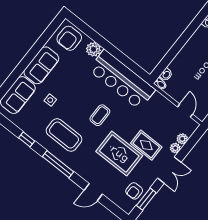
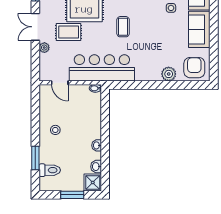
washbasin: (166, 75) -> (97, 145), moved
bar counter: (122, 80) -> (102, 68), moved
plant: (182, 139) -> (45, 59), removed

